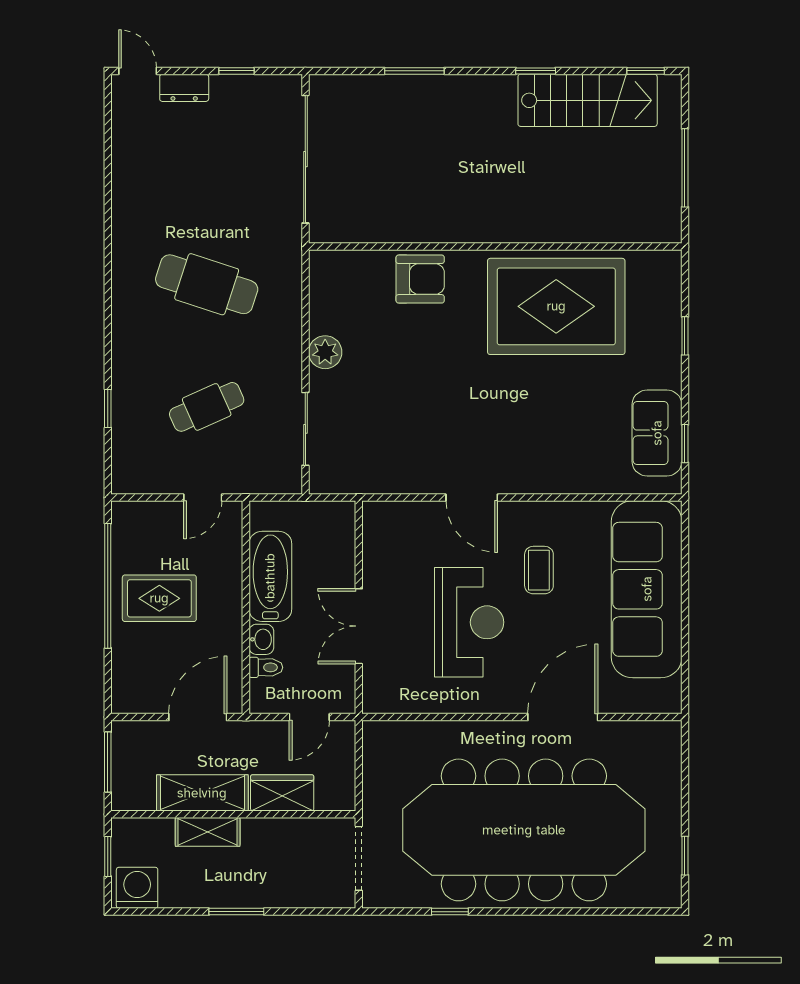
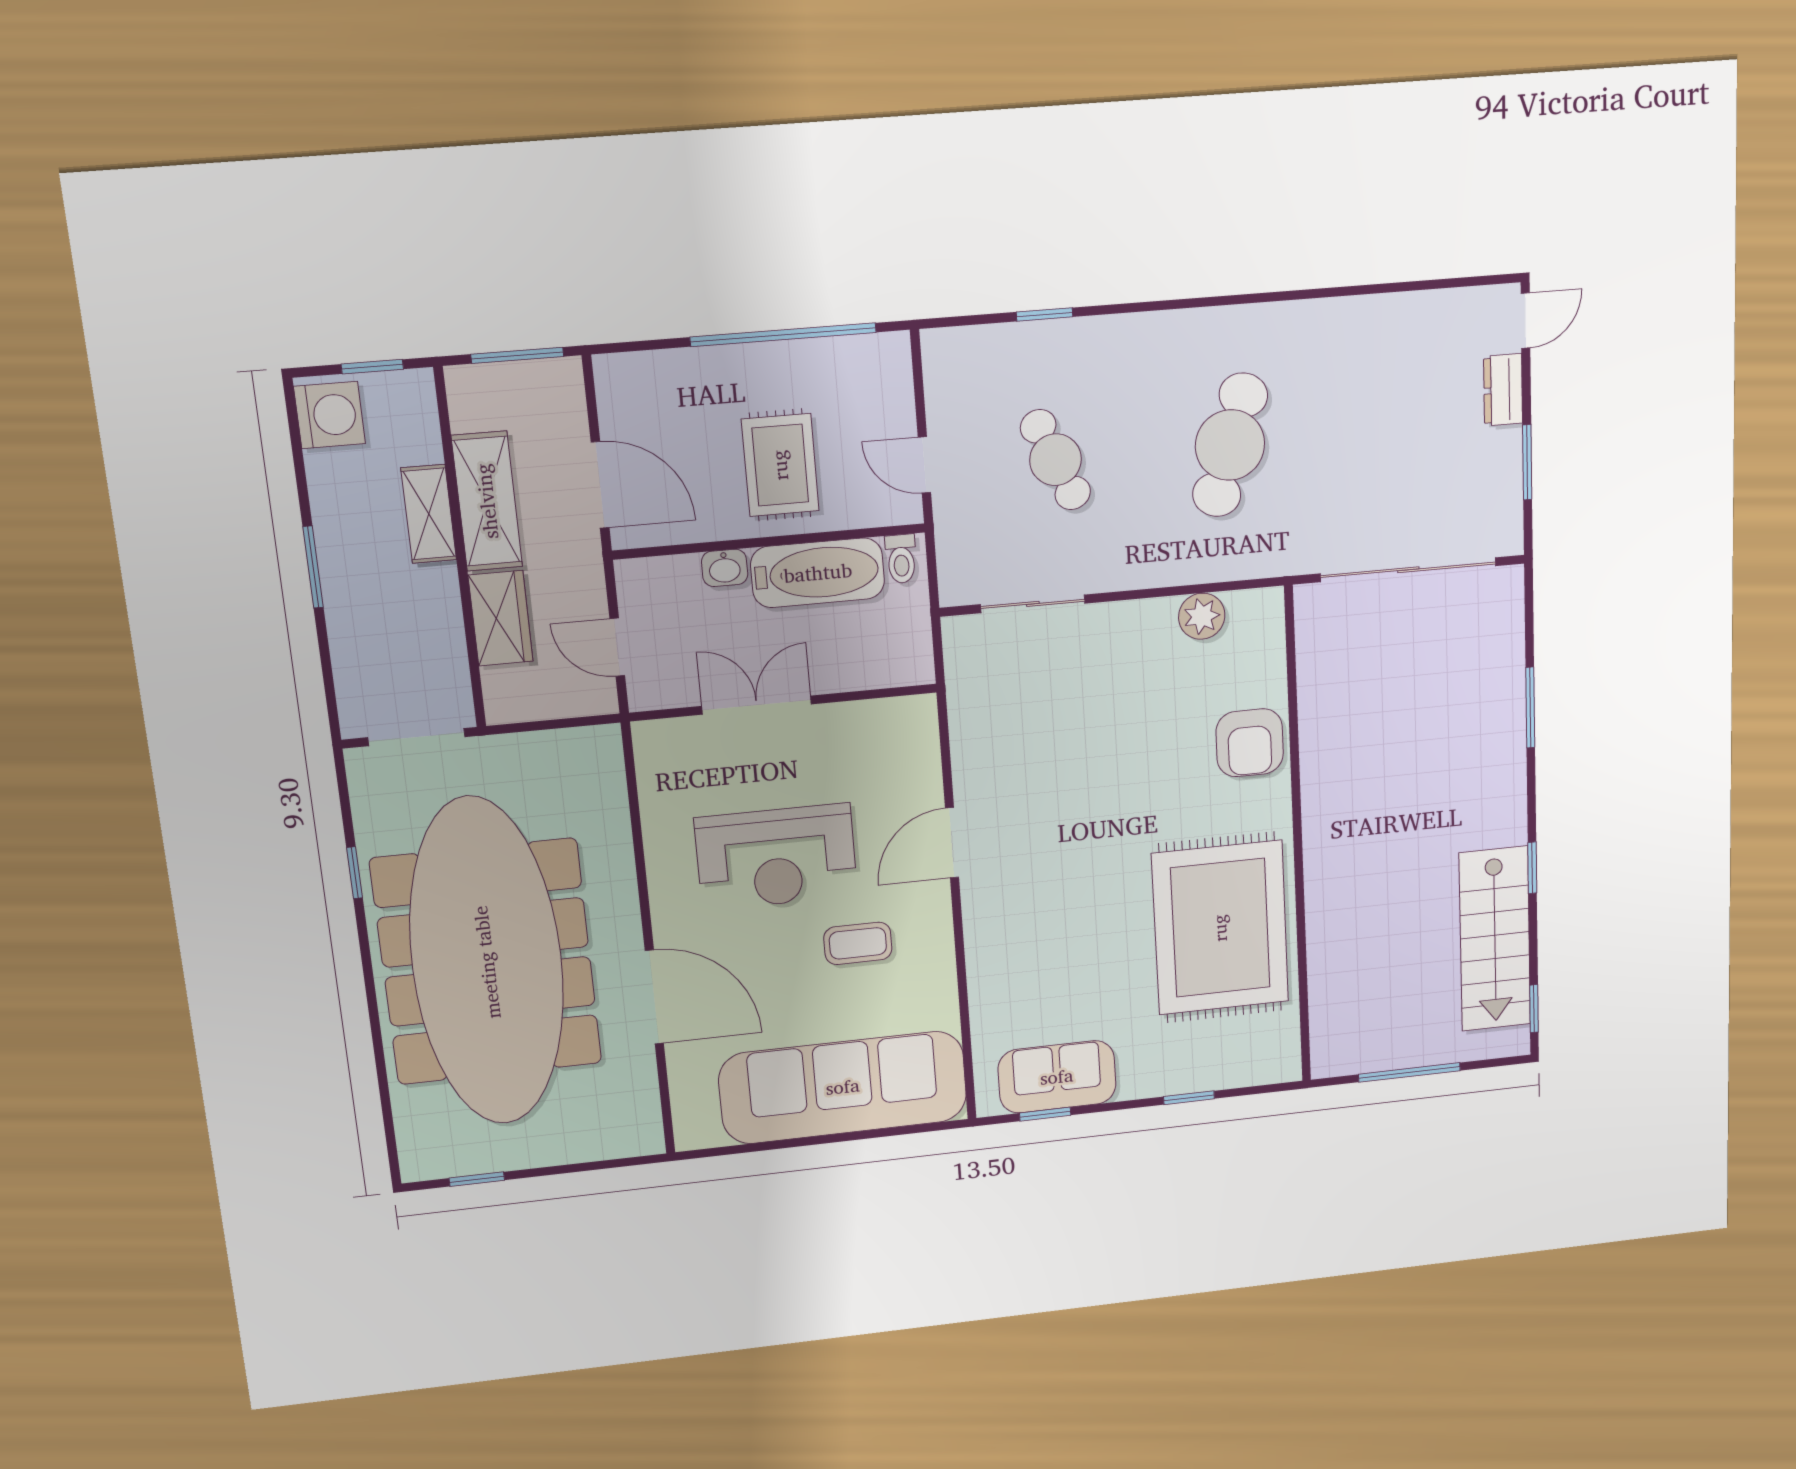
window: (236, 71) -> (1527, 462), width x1.50
plant: (325, 352) -> (1202, 616), moved
rug: (159, 598) -> (780, 465), moved
toilet: (266, 667) -> (901, 559), moved

